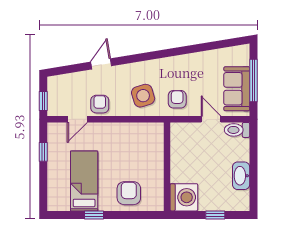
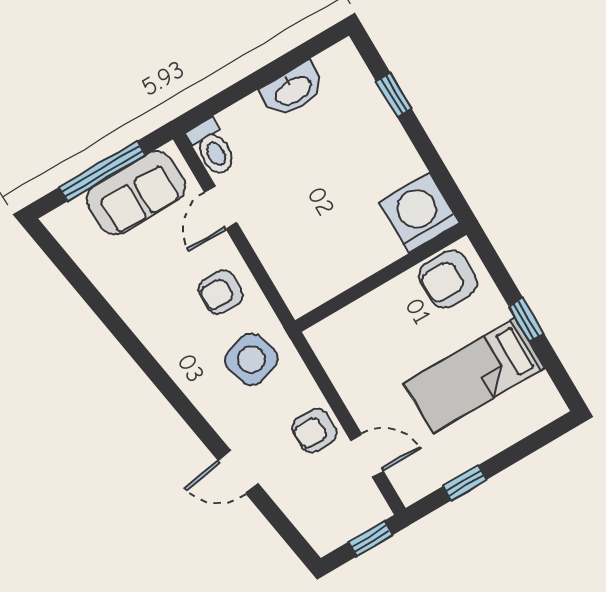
wall: (167, 167) -> (381, 278), moved
washing machine: (184, 197) -> (419, 213), moved

